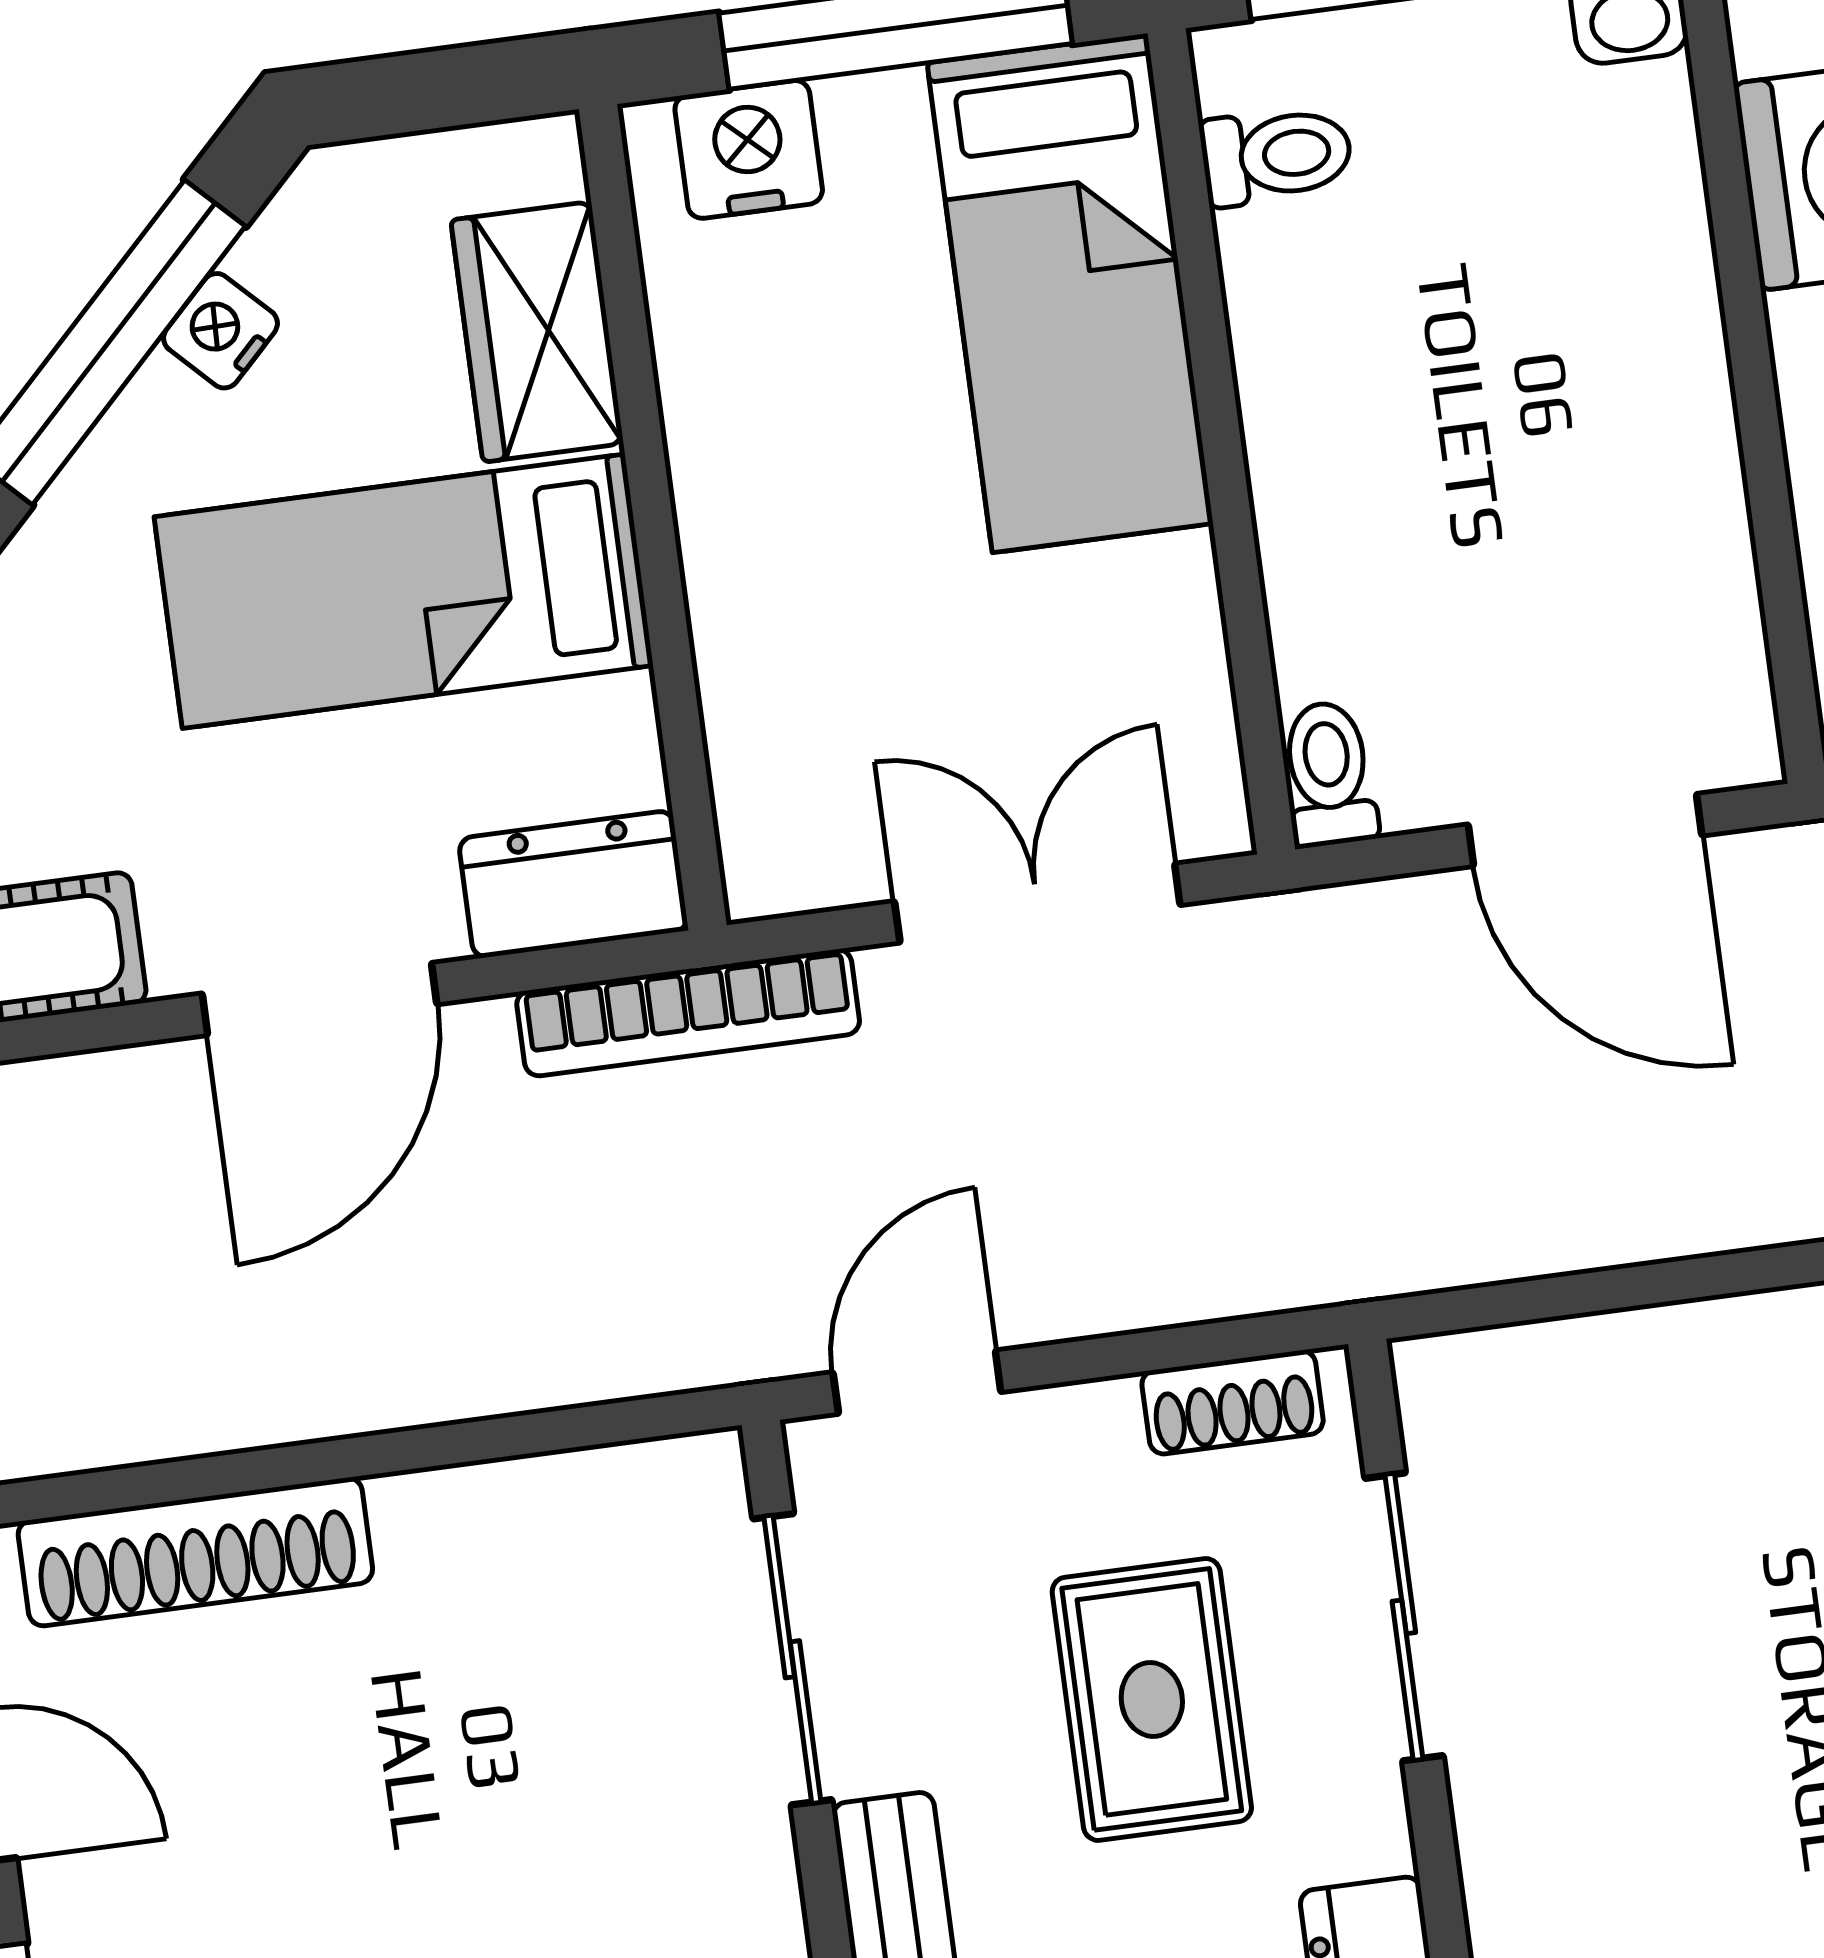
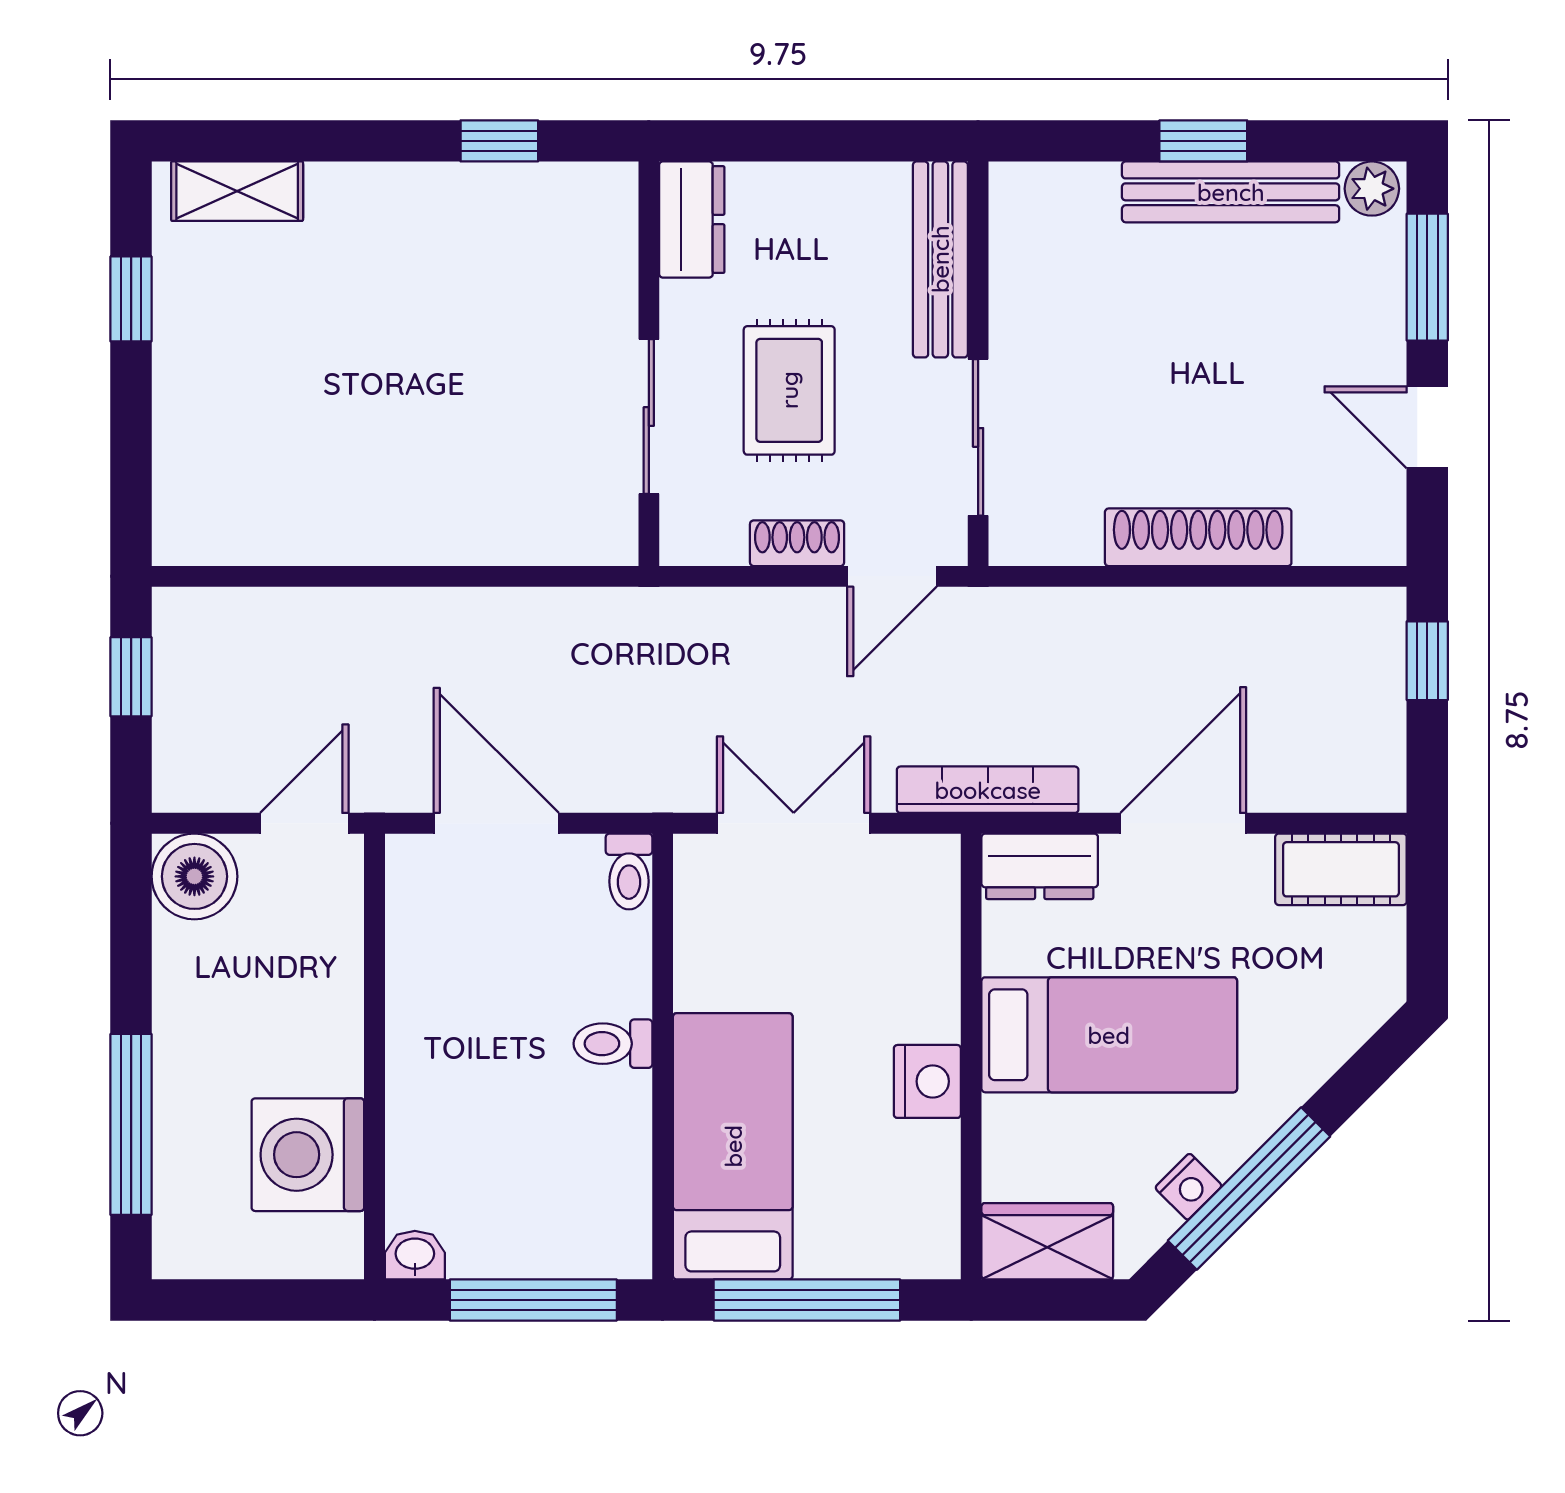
nightstand: (749, 149) -> (927, 1081), moved, turned -90
toilet: (1276, 156) -> (613, 1044), moved
wardrobe: (537, 332) -> (1047, 1241), moved, turned -90
double door: (1037, 903) -> (794, 823), swing flipped
shoe rack: (1233, 1402) -> (797, 543), moved
shoe rack: (195, 1552) -> (1198, 537), moved

